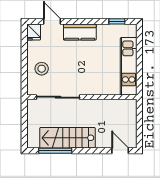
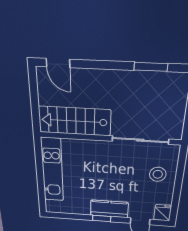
window: (117, 21) -> (102, 218), moved
stairs: (67, 138) -> (75, 121), moved, turned 180
window: (55, 151) -> (151, 67), width x0.69

